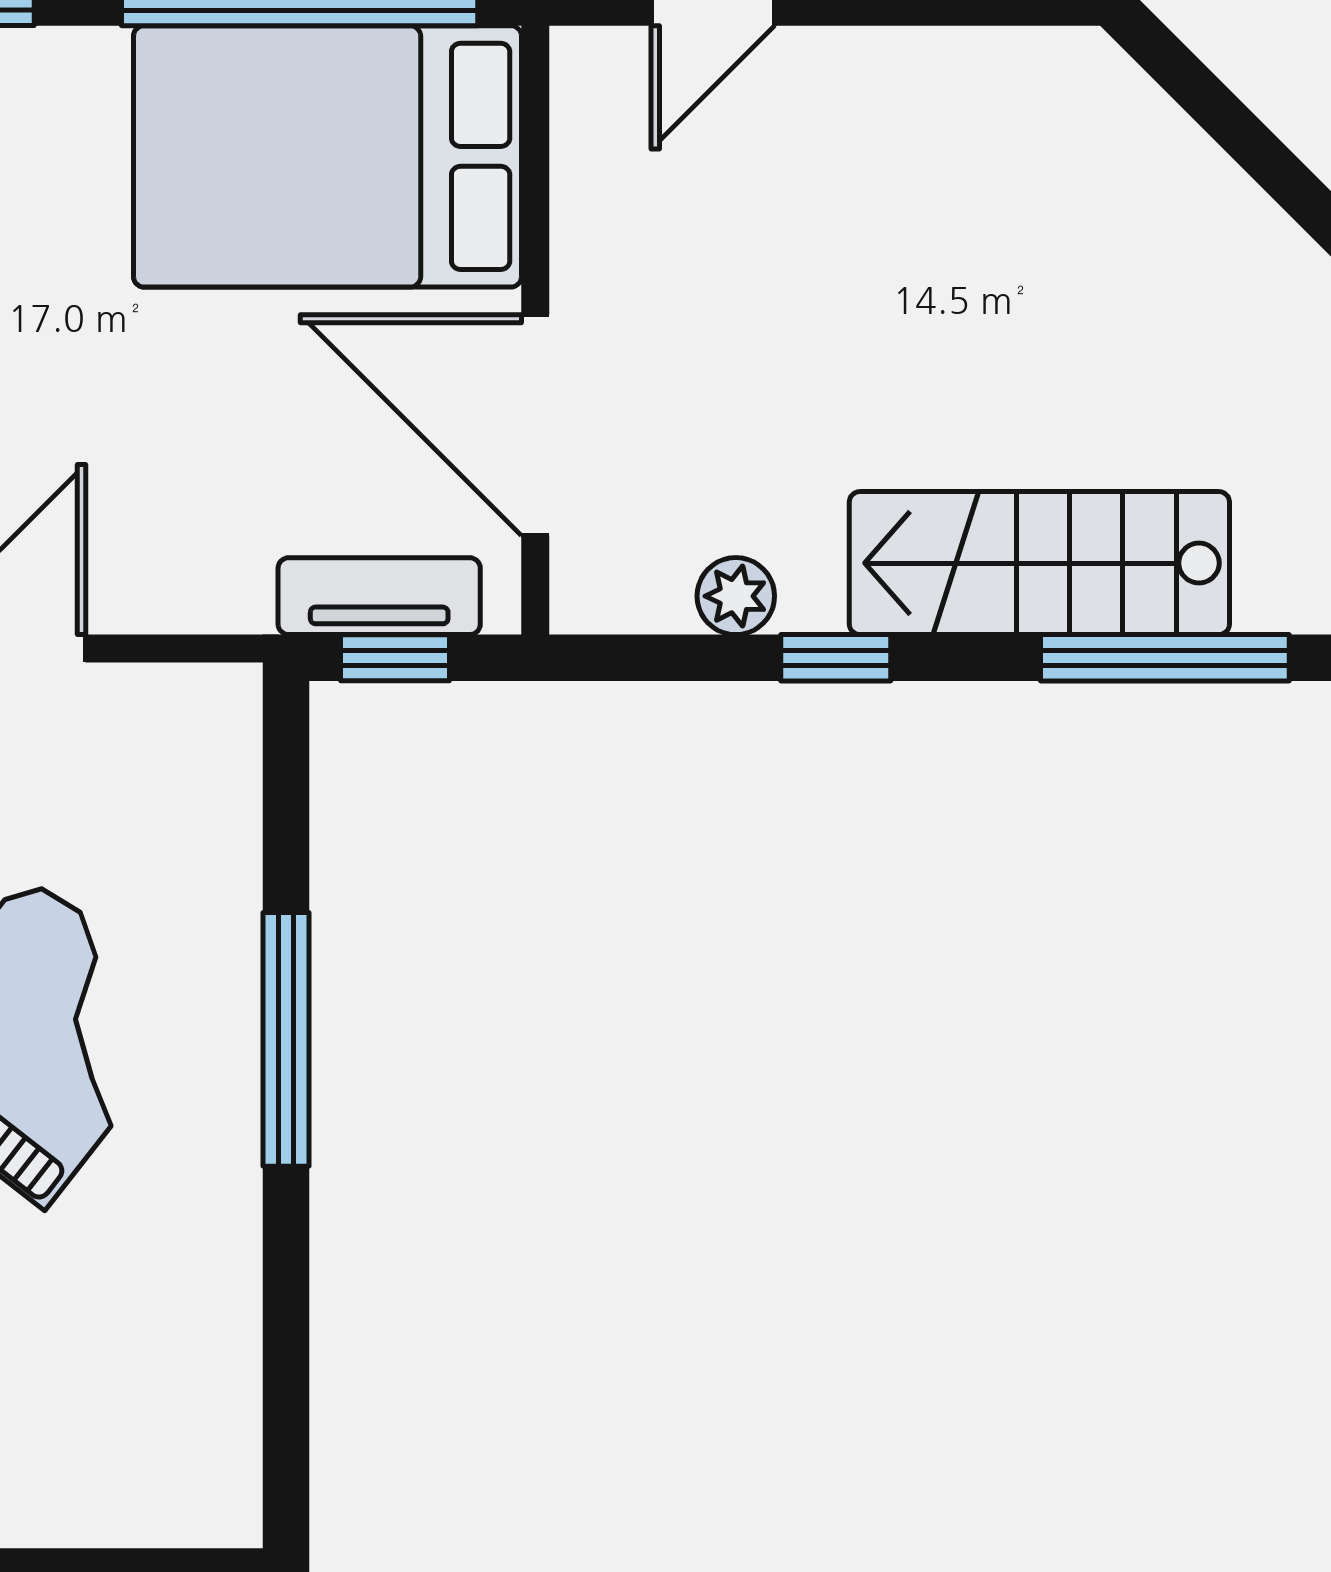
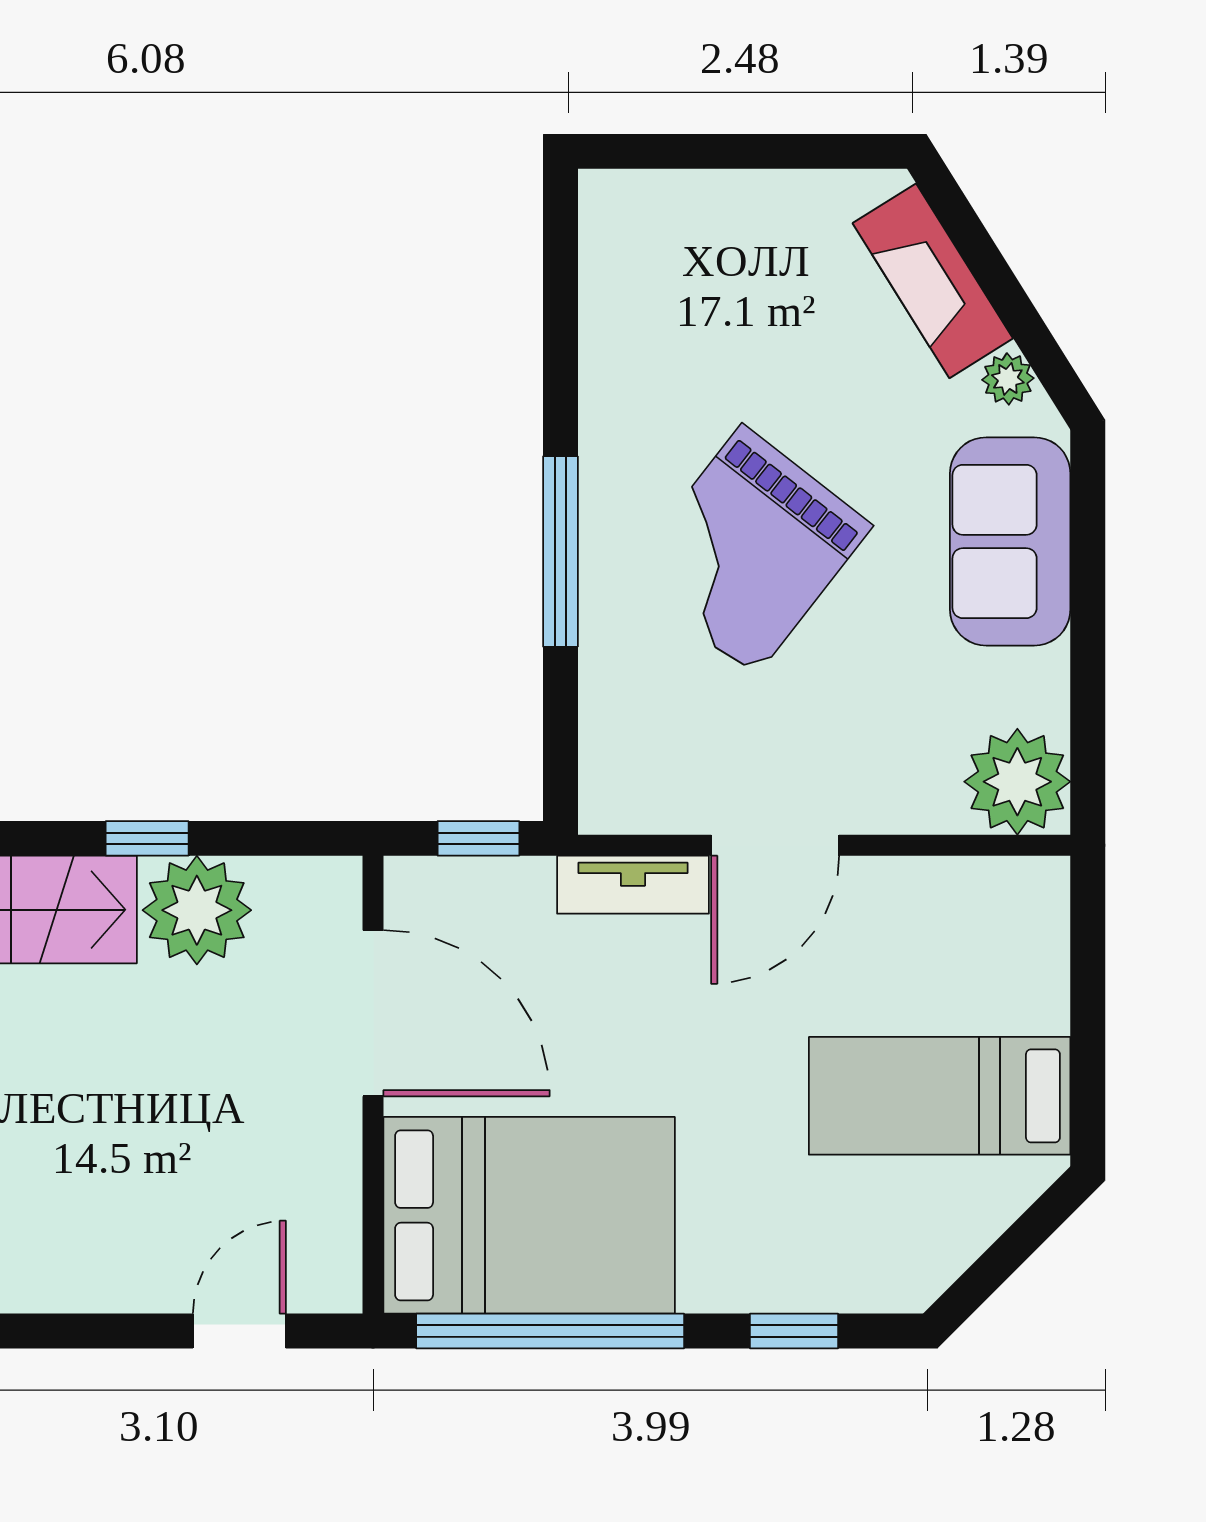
tv unit: (379, 596) -> (633, 885), moved
plant: (736, 596) -> (197, 910), width x1.87, depth x1.87

